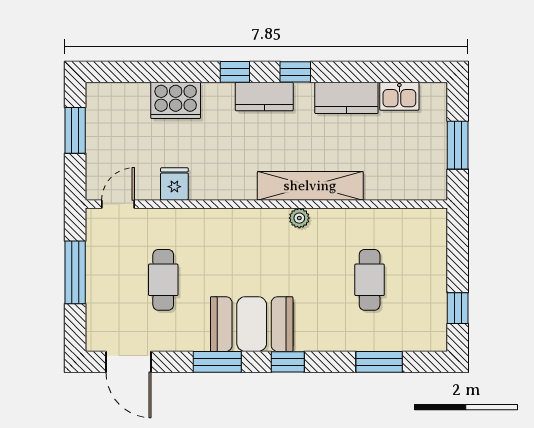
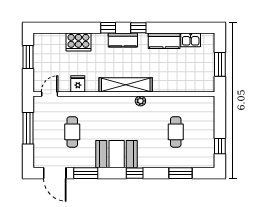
shelving: (310, 186) -> (126, 85), moved
window: (217, 362) -> (86, 173), moved

